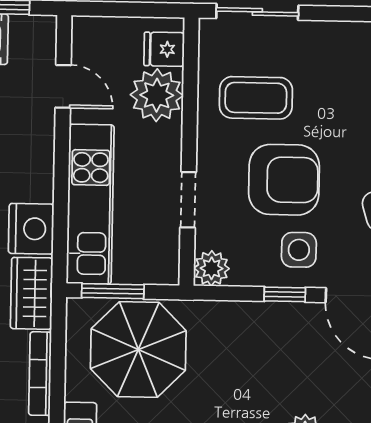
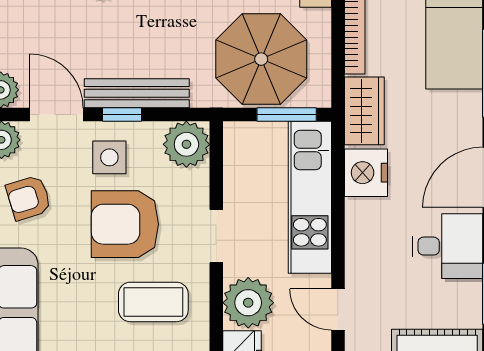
doorway: (188, 200) -> (216, 236), moved
plant: (212, 268) -> (186, 144), width x1.36, depth x1.36
bench: (269, 316) -> (137, 93), added

